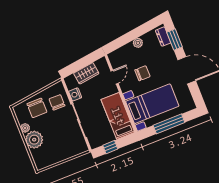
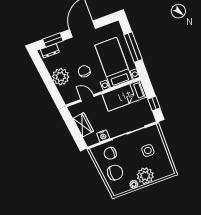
plant: (138, 43) -> (61, 77), width x1.88, depth x1.88
side table: (61, 142) -> (148, 150), added

